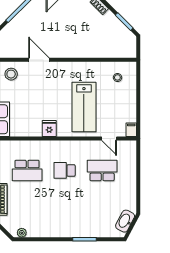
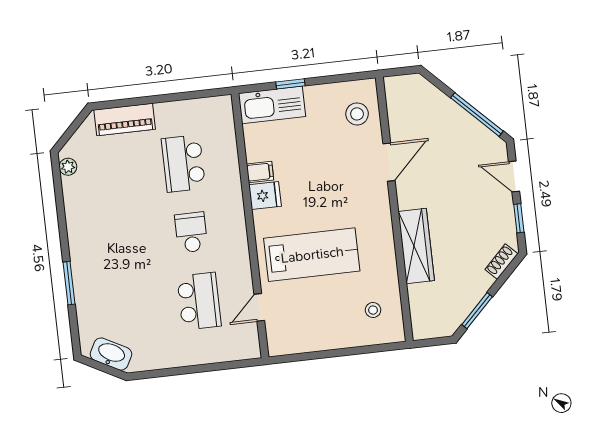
wardrobe: (86, 50) -> (416, 246), added
lab bench: (84, 107) -> (312, 255), turned 180
filing cabinet: (131, 130) -> (260, 172), moved

